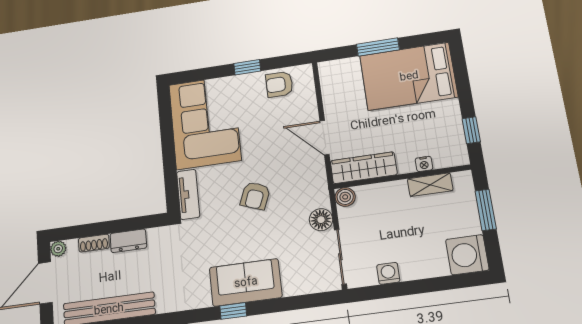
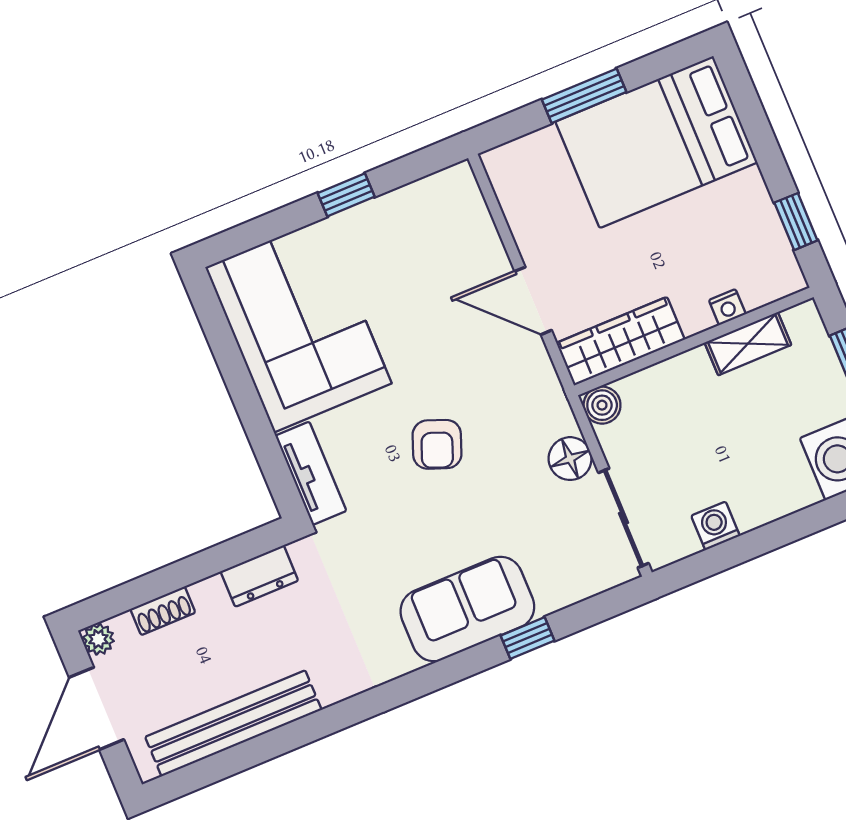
armchair: (279, 84) -> (418, 215), removed
dresser: (128, 241) -> (259, 576), moved
window: (233, 311) -> (527, 638), moved

